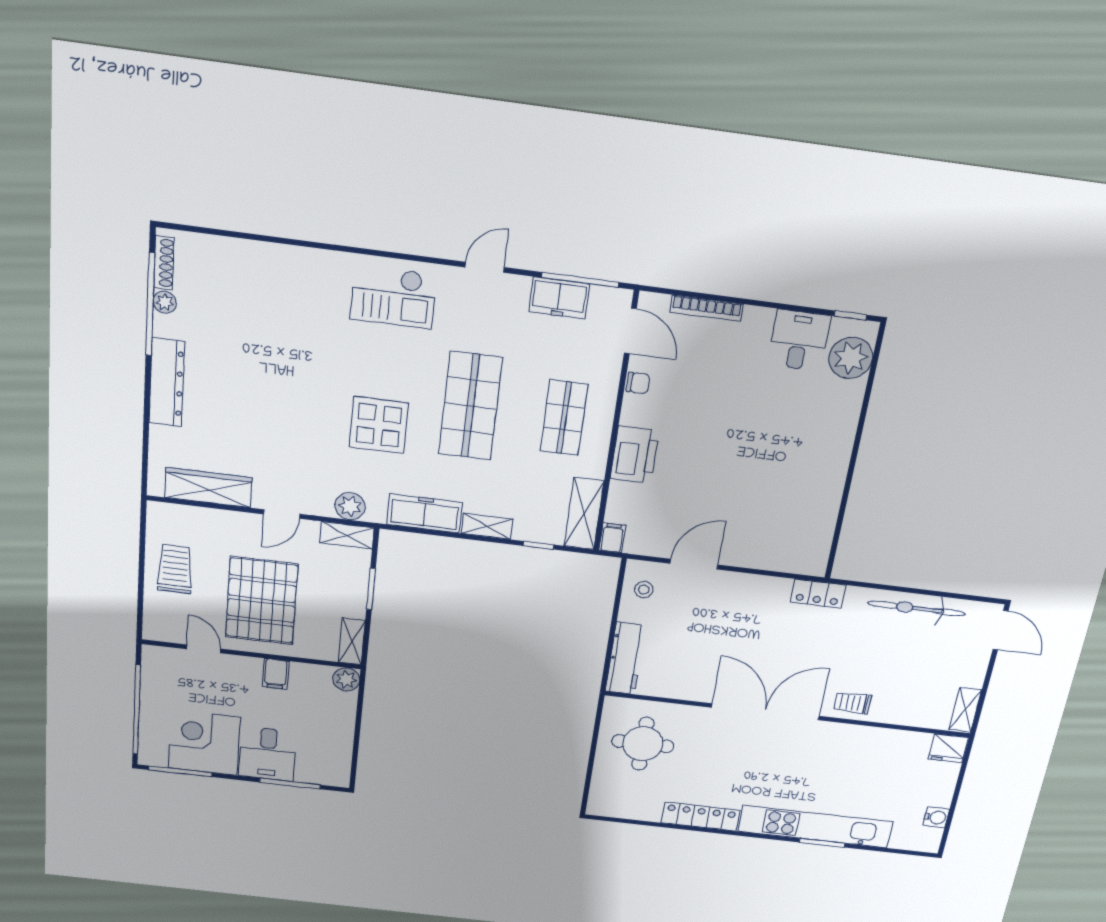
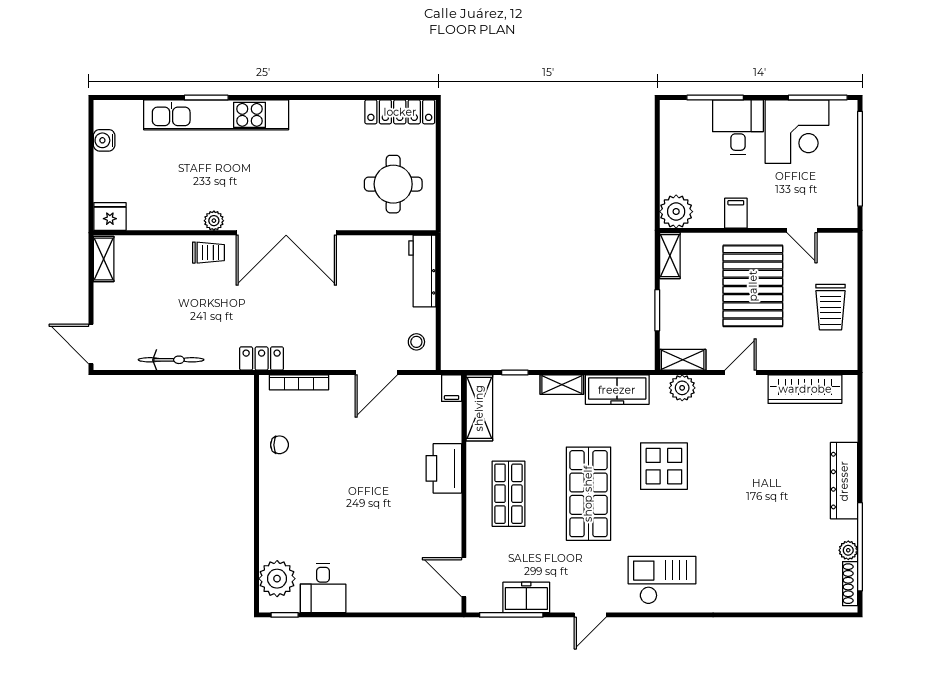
bookcase: (707, 308) -> (299, 382), moved, turned 180
chair: (638, 383) -> (280, 445), moved, turned 180
bicycle: (917, 608) -> (171, 360), width x0.73, depth x0.71
plant: (346, 679) -> (676, 212), width x1.36, depth x1.36
plant: (840, 732) -> (214, 221), added
locker: (701, 817) -> (400, 112), moved

